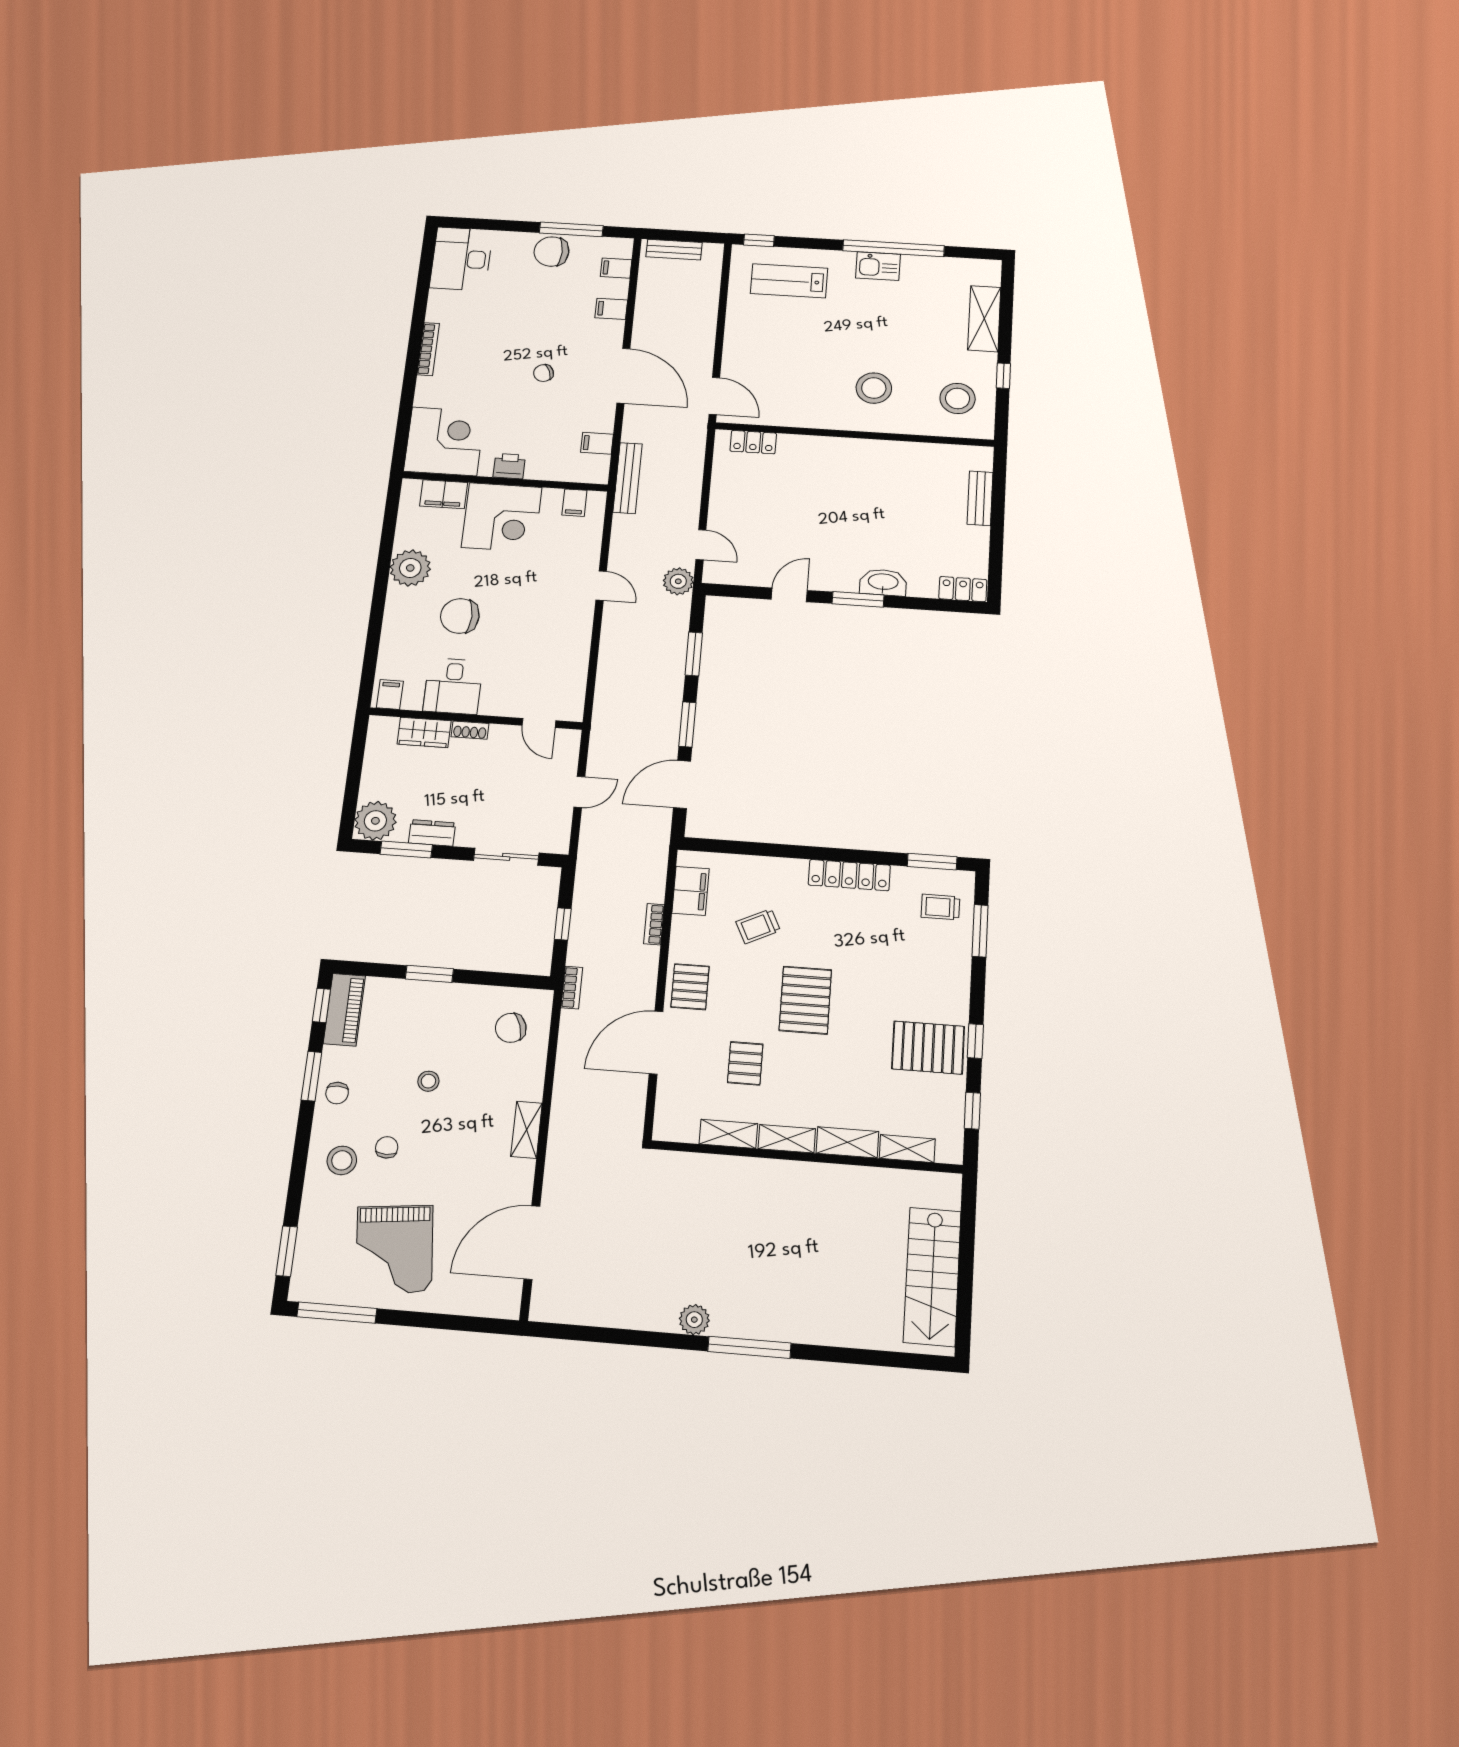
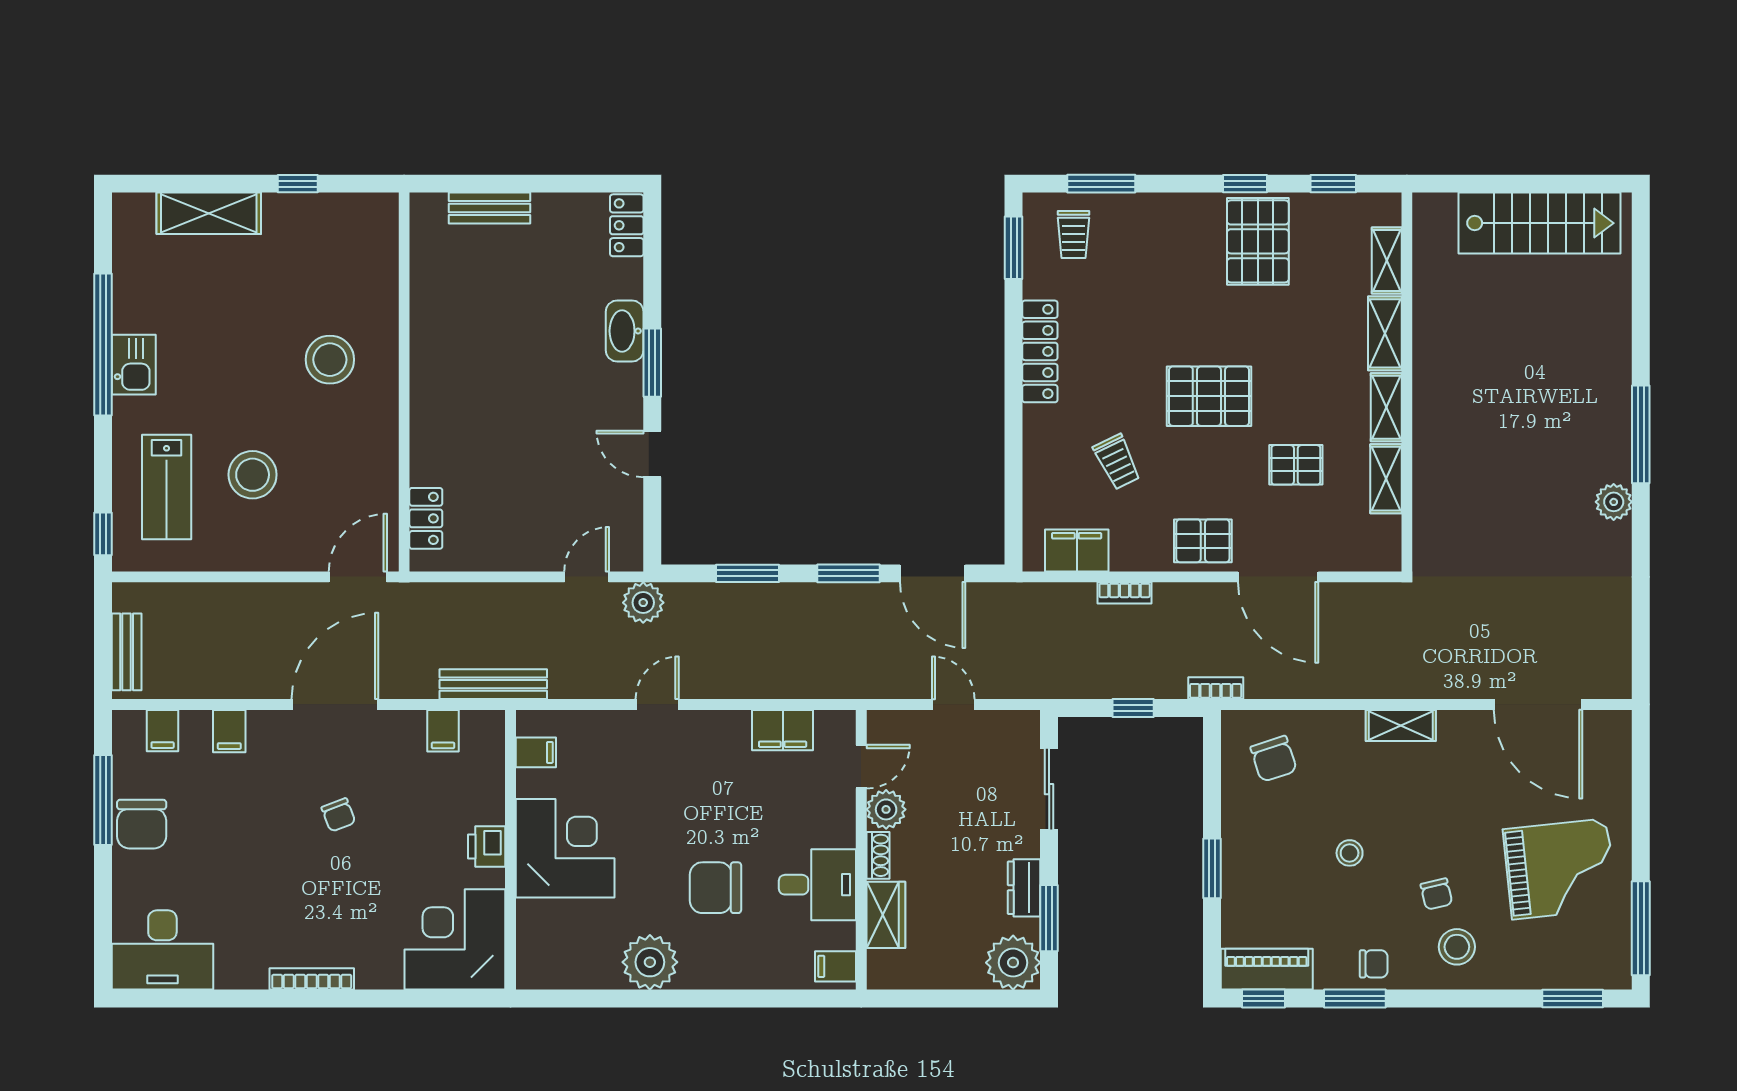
stool: (958, 398) -> (253, 475), moved
filing cabinet: (444, 494) -> (783, 730), moved, turned 90
chair: (460, 616) -> (715, 888), turned 90
plant: (504, 738) -> (886, 809), added
chair: (387, 1147) -> (1436, 894), turned -103

